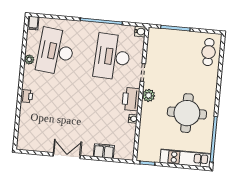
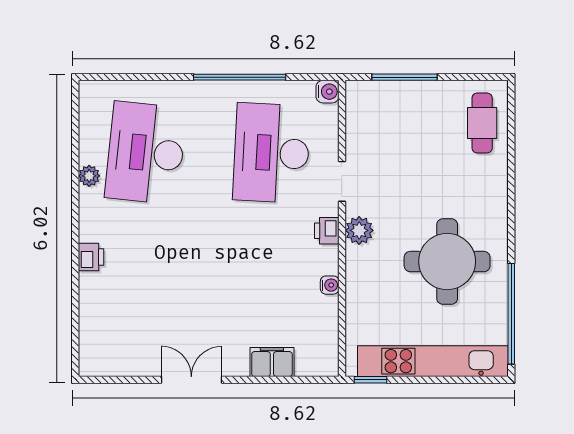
filing cabinet: (33, 23) -> (91, 95), removed
printer: (131, 99) -> (327, 231), width x0.53, depth x0.68
kitchen unit: (185, 158) -> (433, 361), width x1.36

